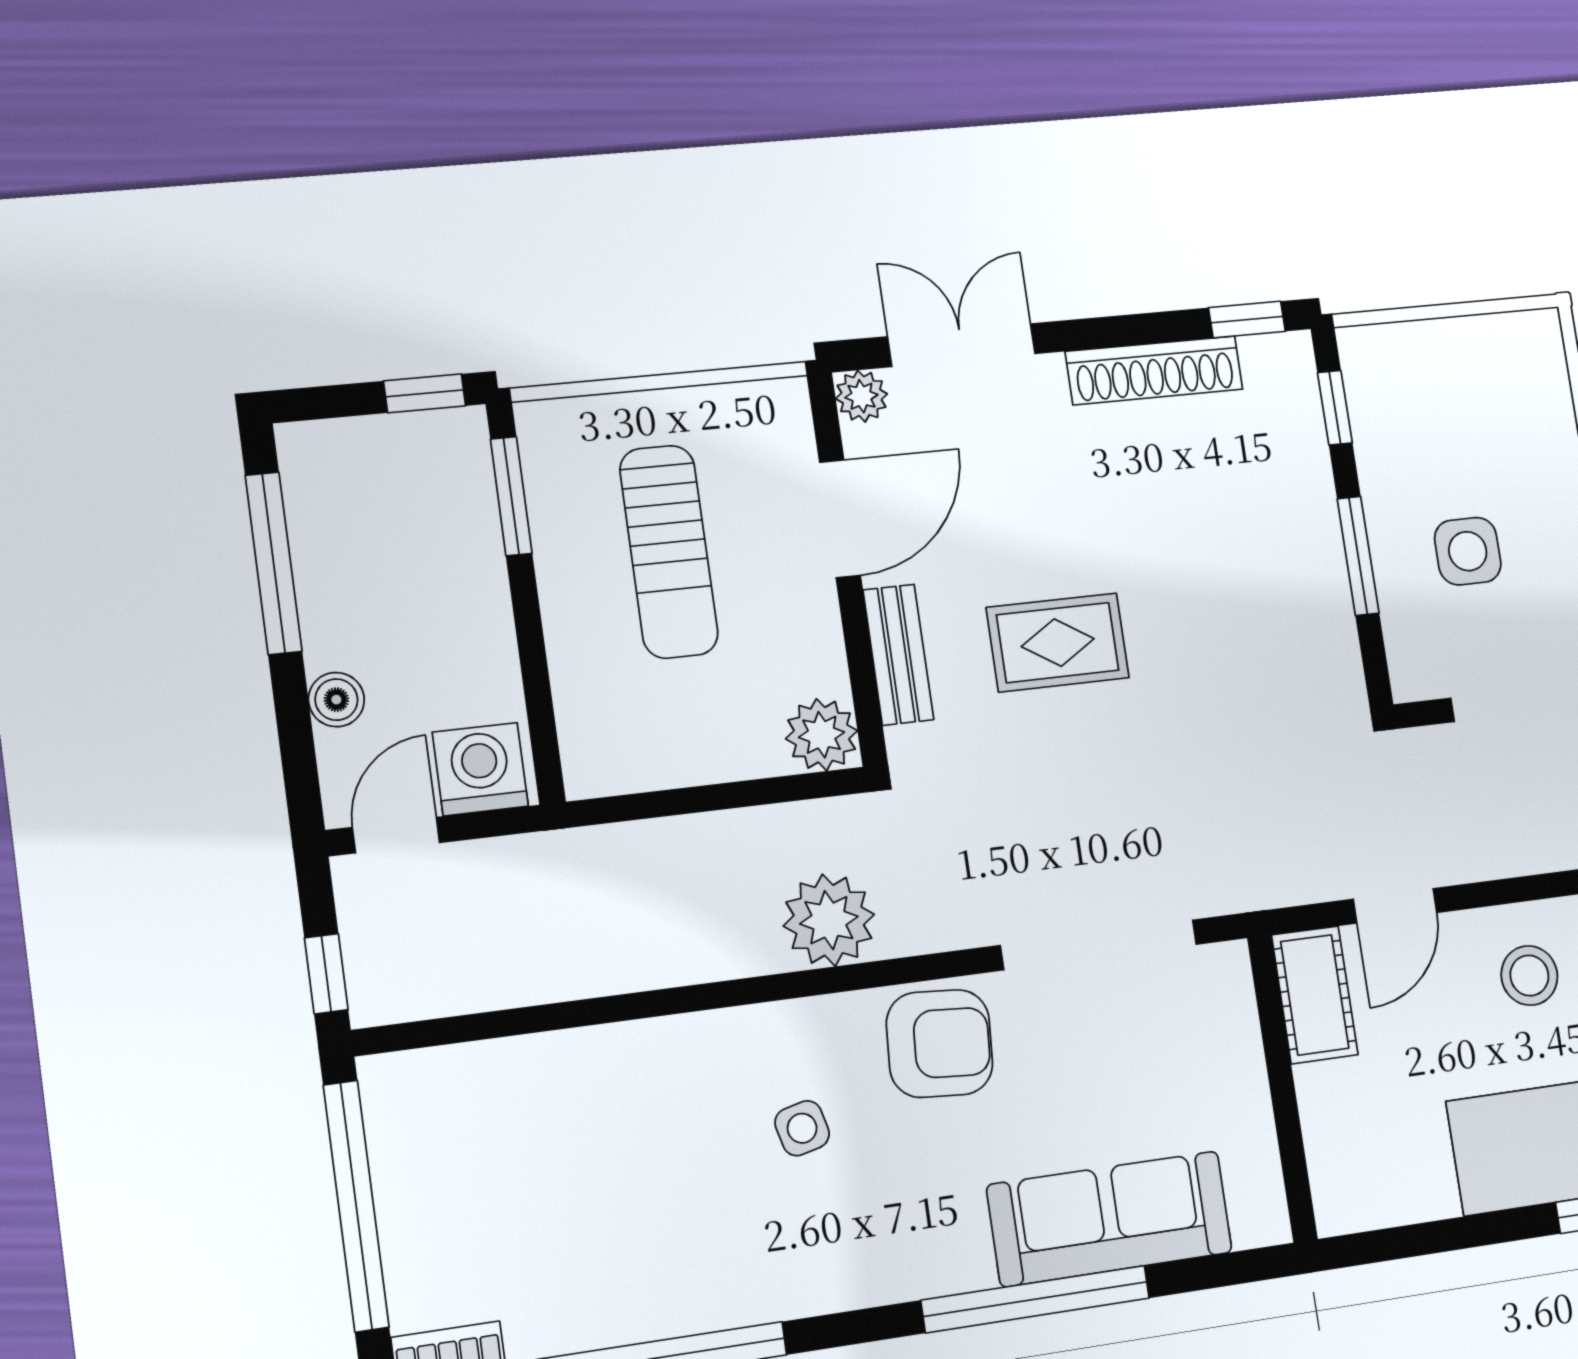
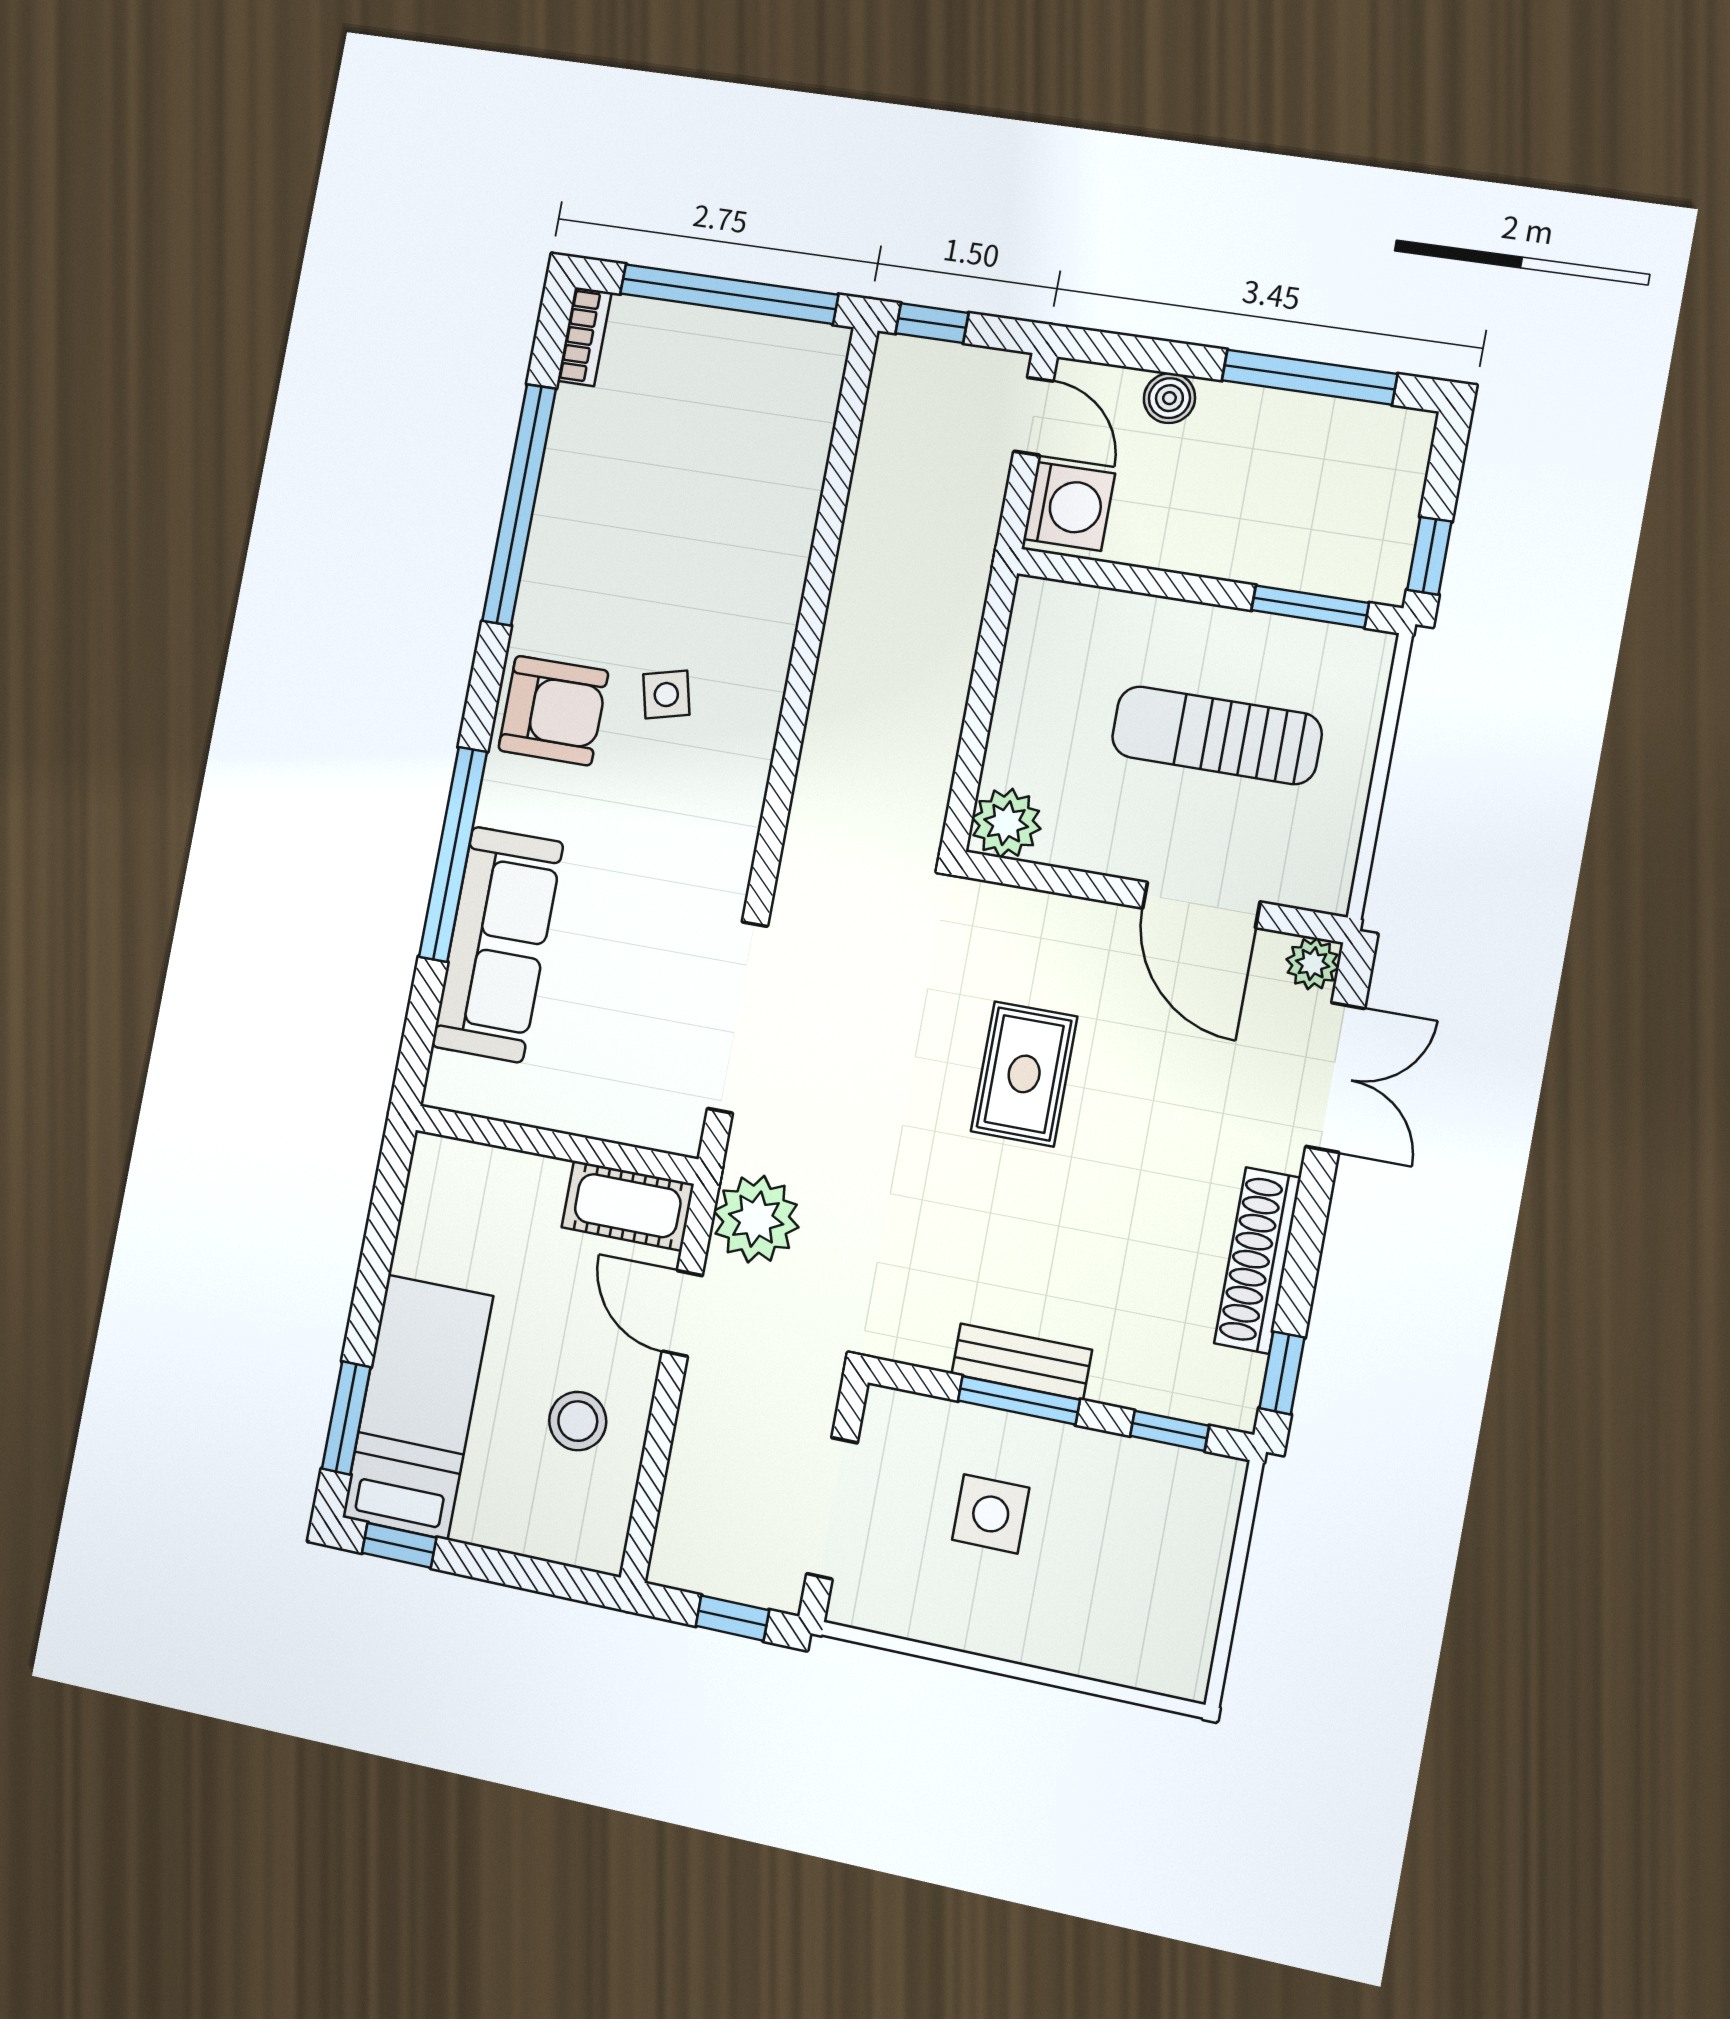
bench: (898, 655) -> (1022, 1362), moved
plant: (829, 920) -> (756, 1219), moved
armchair: (940, 1044) -> (553, 711), moved, turned -94

